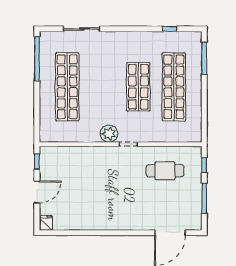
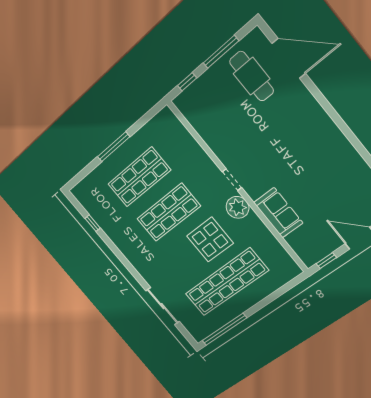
window: (204, 58) -> (114, 147), moved
shop shelf: (174, 87) -> (139, 177), width x0.71
display table: (102, 99) -> (210, 240), added
sofa: (87, 156) -> (278, 213), added
cafe table: (165, 171) -> (252, 76), moved

